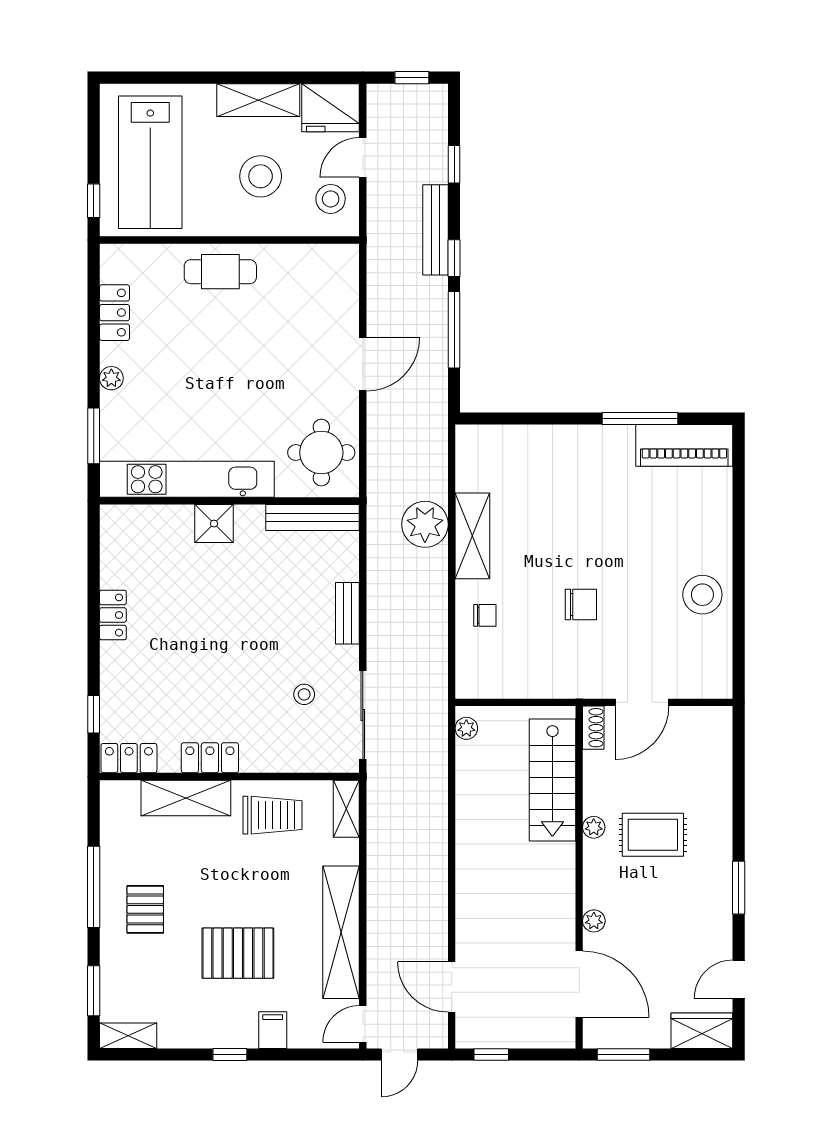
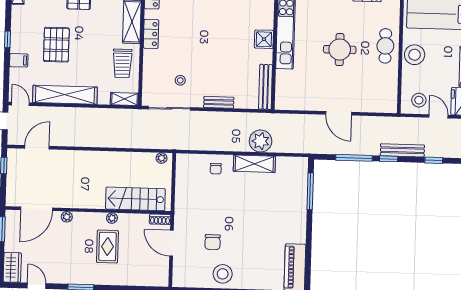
stool: (261, 176) -> (415, 55), moved
window: (640, 418) -> (310, 191), moved
round table: (321, 453) -> (340, 50), moved
chair: (581, 605) -> (213, 242), moved

